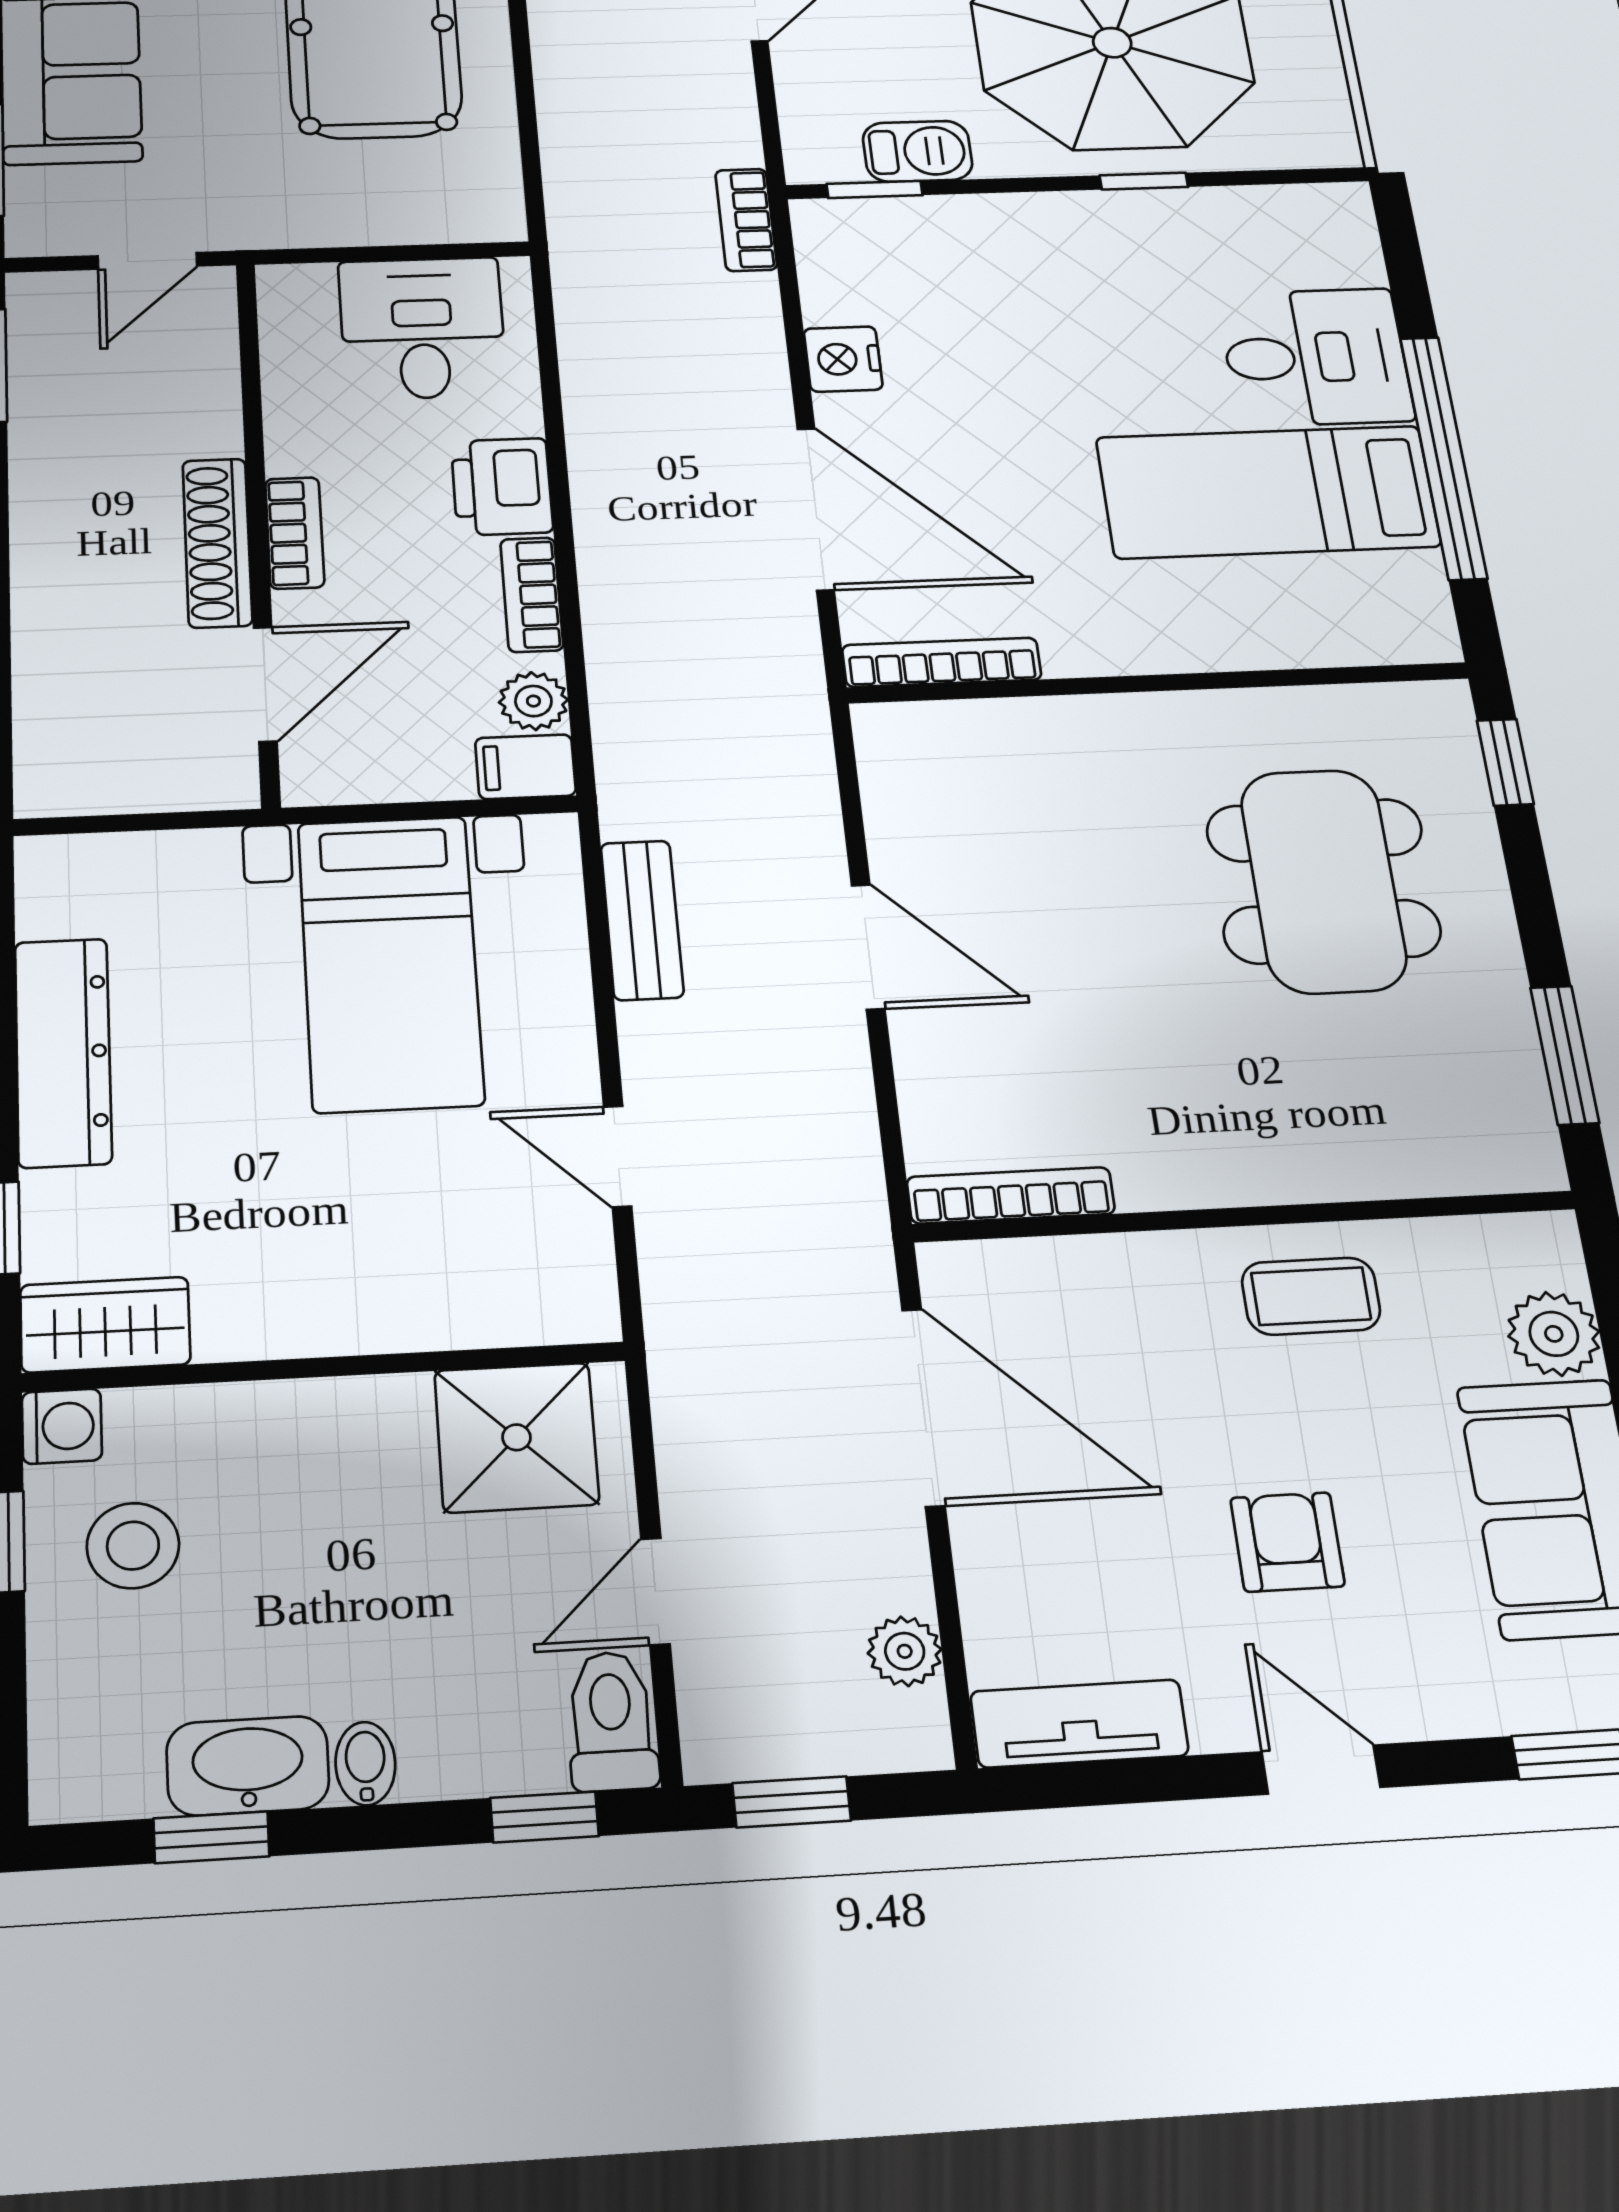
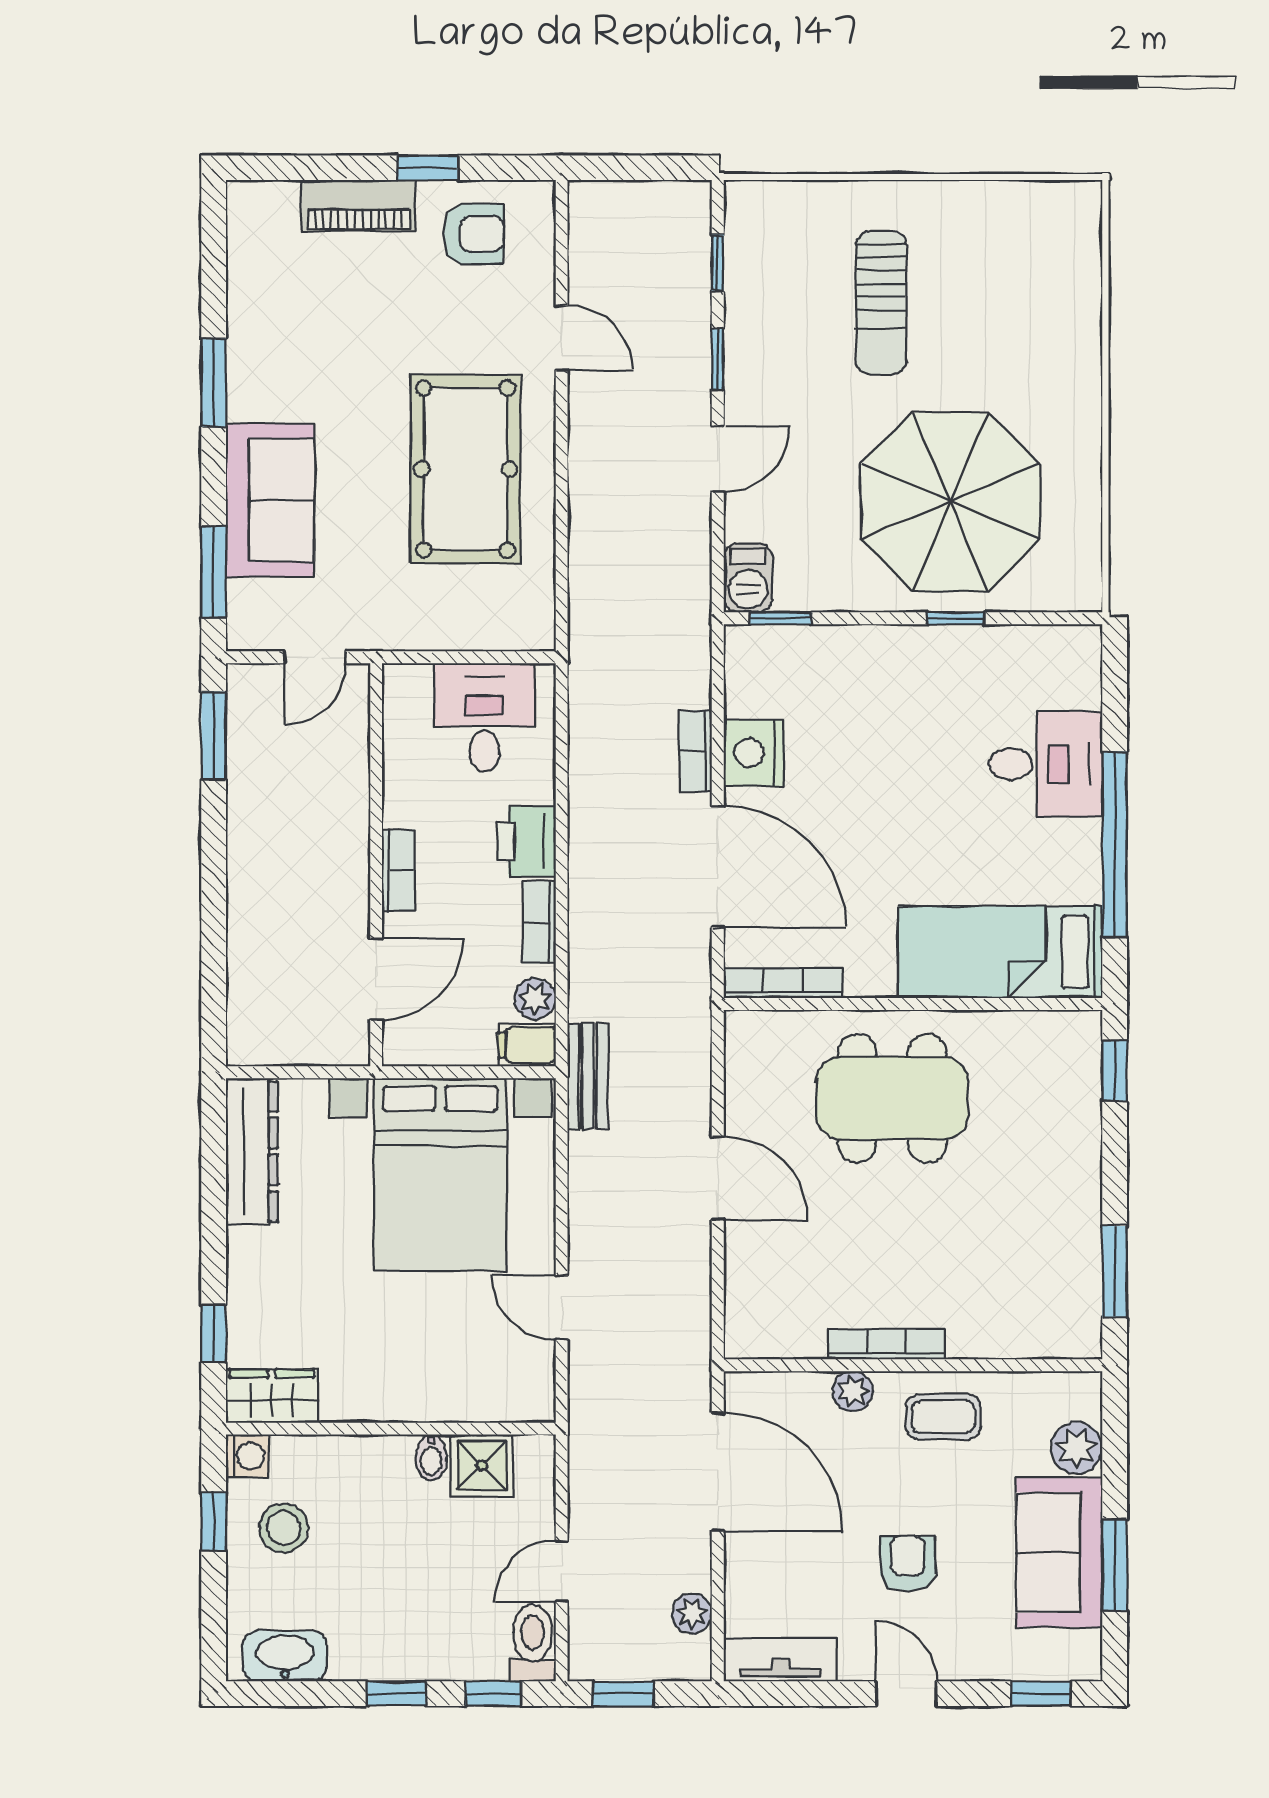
barbecue: (918, 151) -> (748, 578), moved, turned 90
bookcase: (746, 220) -> (696, 751), moved
nightstand: (843, 359) -> (754, 753), width x1.36, depth x1.33
bed: (1268, 492) -> (1000, 952), moved
shoe rack: (217, 543) -> (351, 875), removed
dining table: (1323, 881) -> (892, 1098), moved, turned 90
bench: (642, 920) -> (588, 1076), moved
bed with nightstands: (390, 963) -> (440, 1175), width x1.36
dresser: (63, 1052) -> (252, 1151), moved
bookcase: (1011, 1195) -> (887, 1344), moved
plant: (1146, 1263) -> (853, 1391), added
shower: (517, 1437) -> (482, 1466), width x0.73, depth x0.73
bidet: (365, 1764) -> (431, 1457), moved, turned 180
washbasin: (248, 1766) -> (285, 1656), moved
window: (211, 1837) -> (396, 1694), moved

